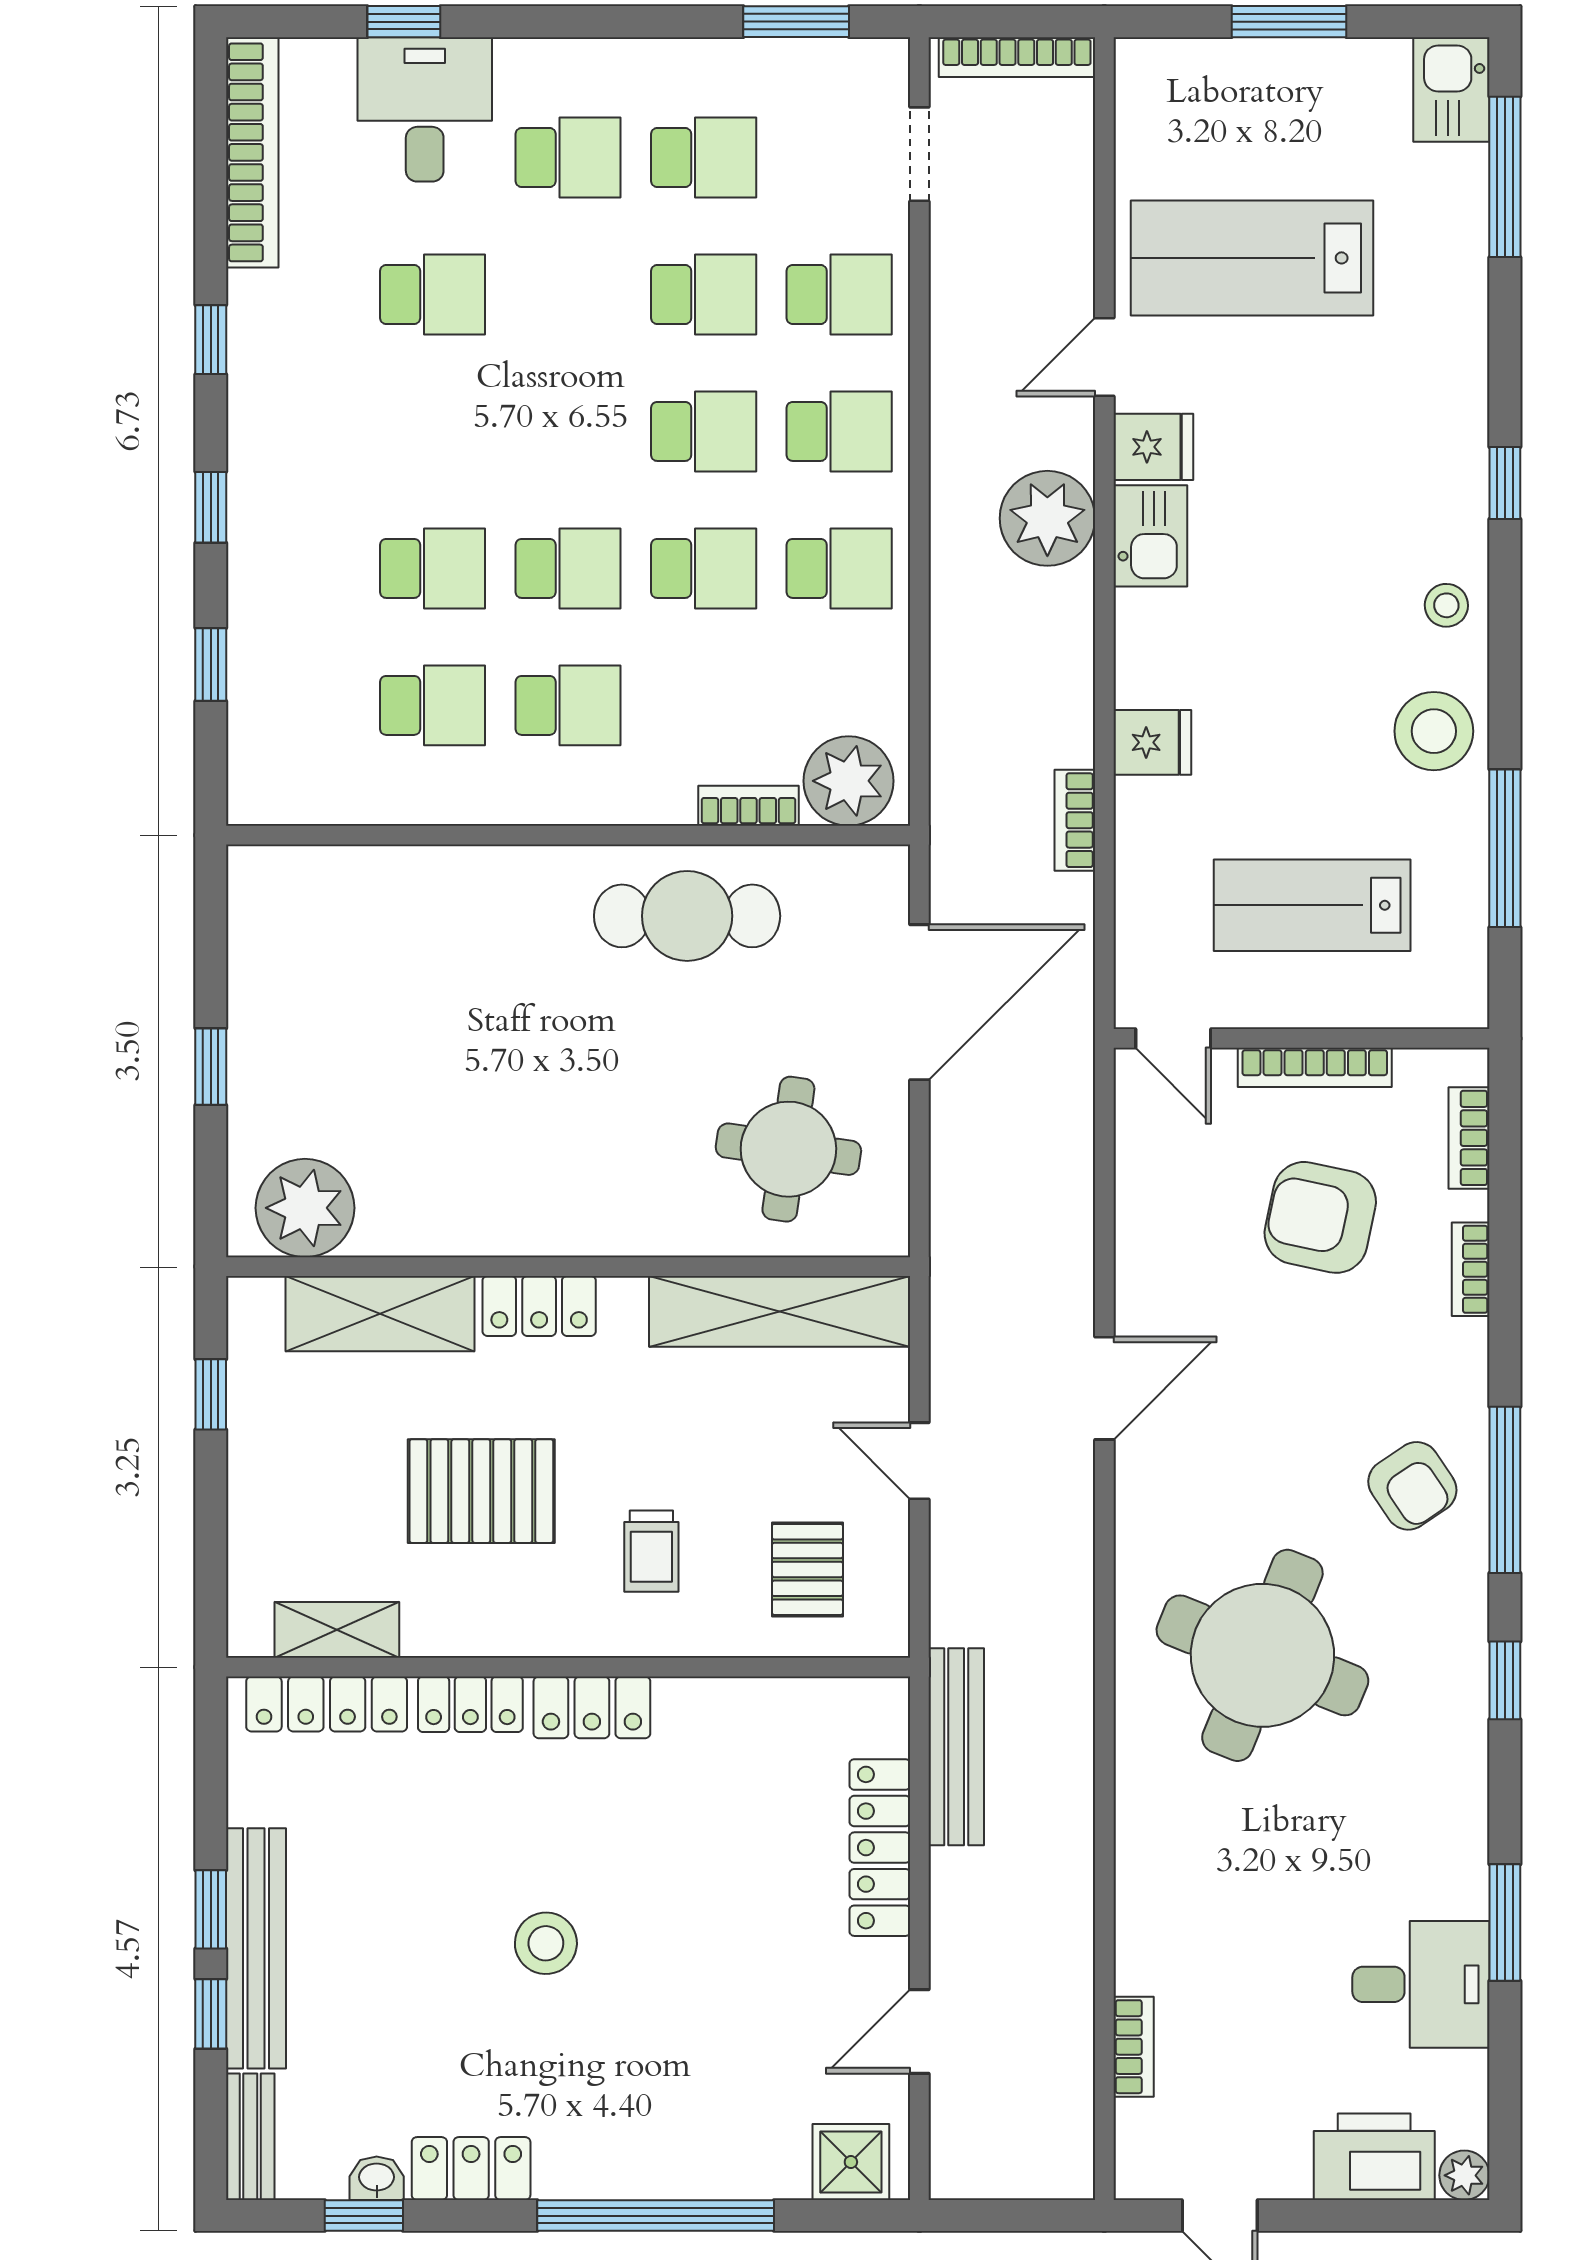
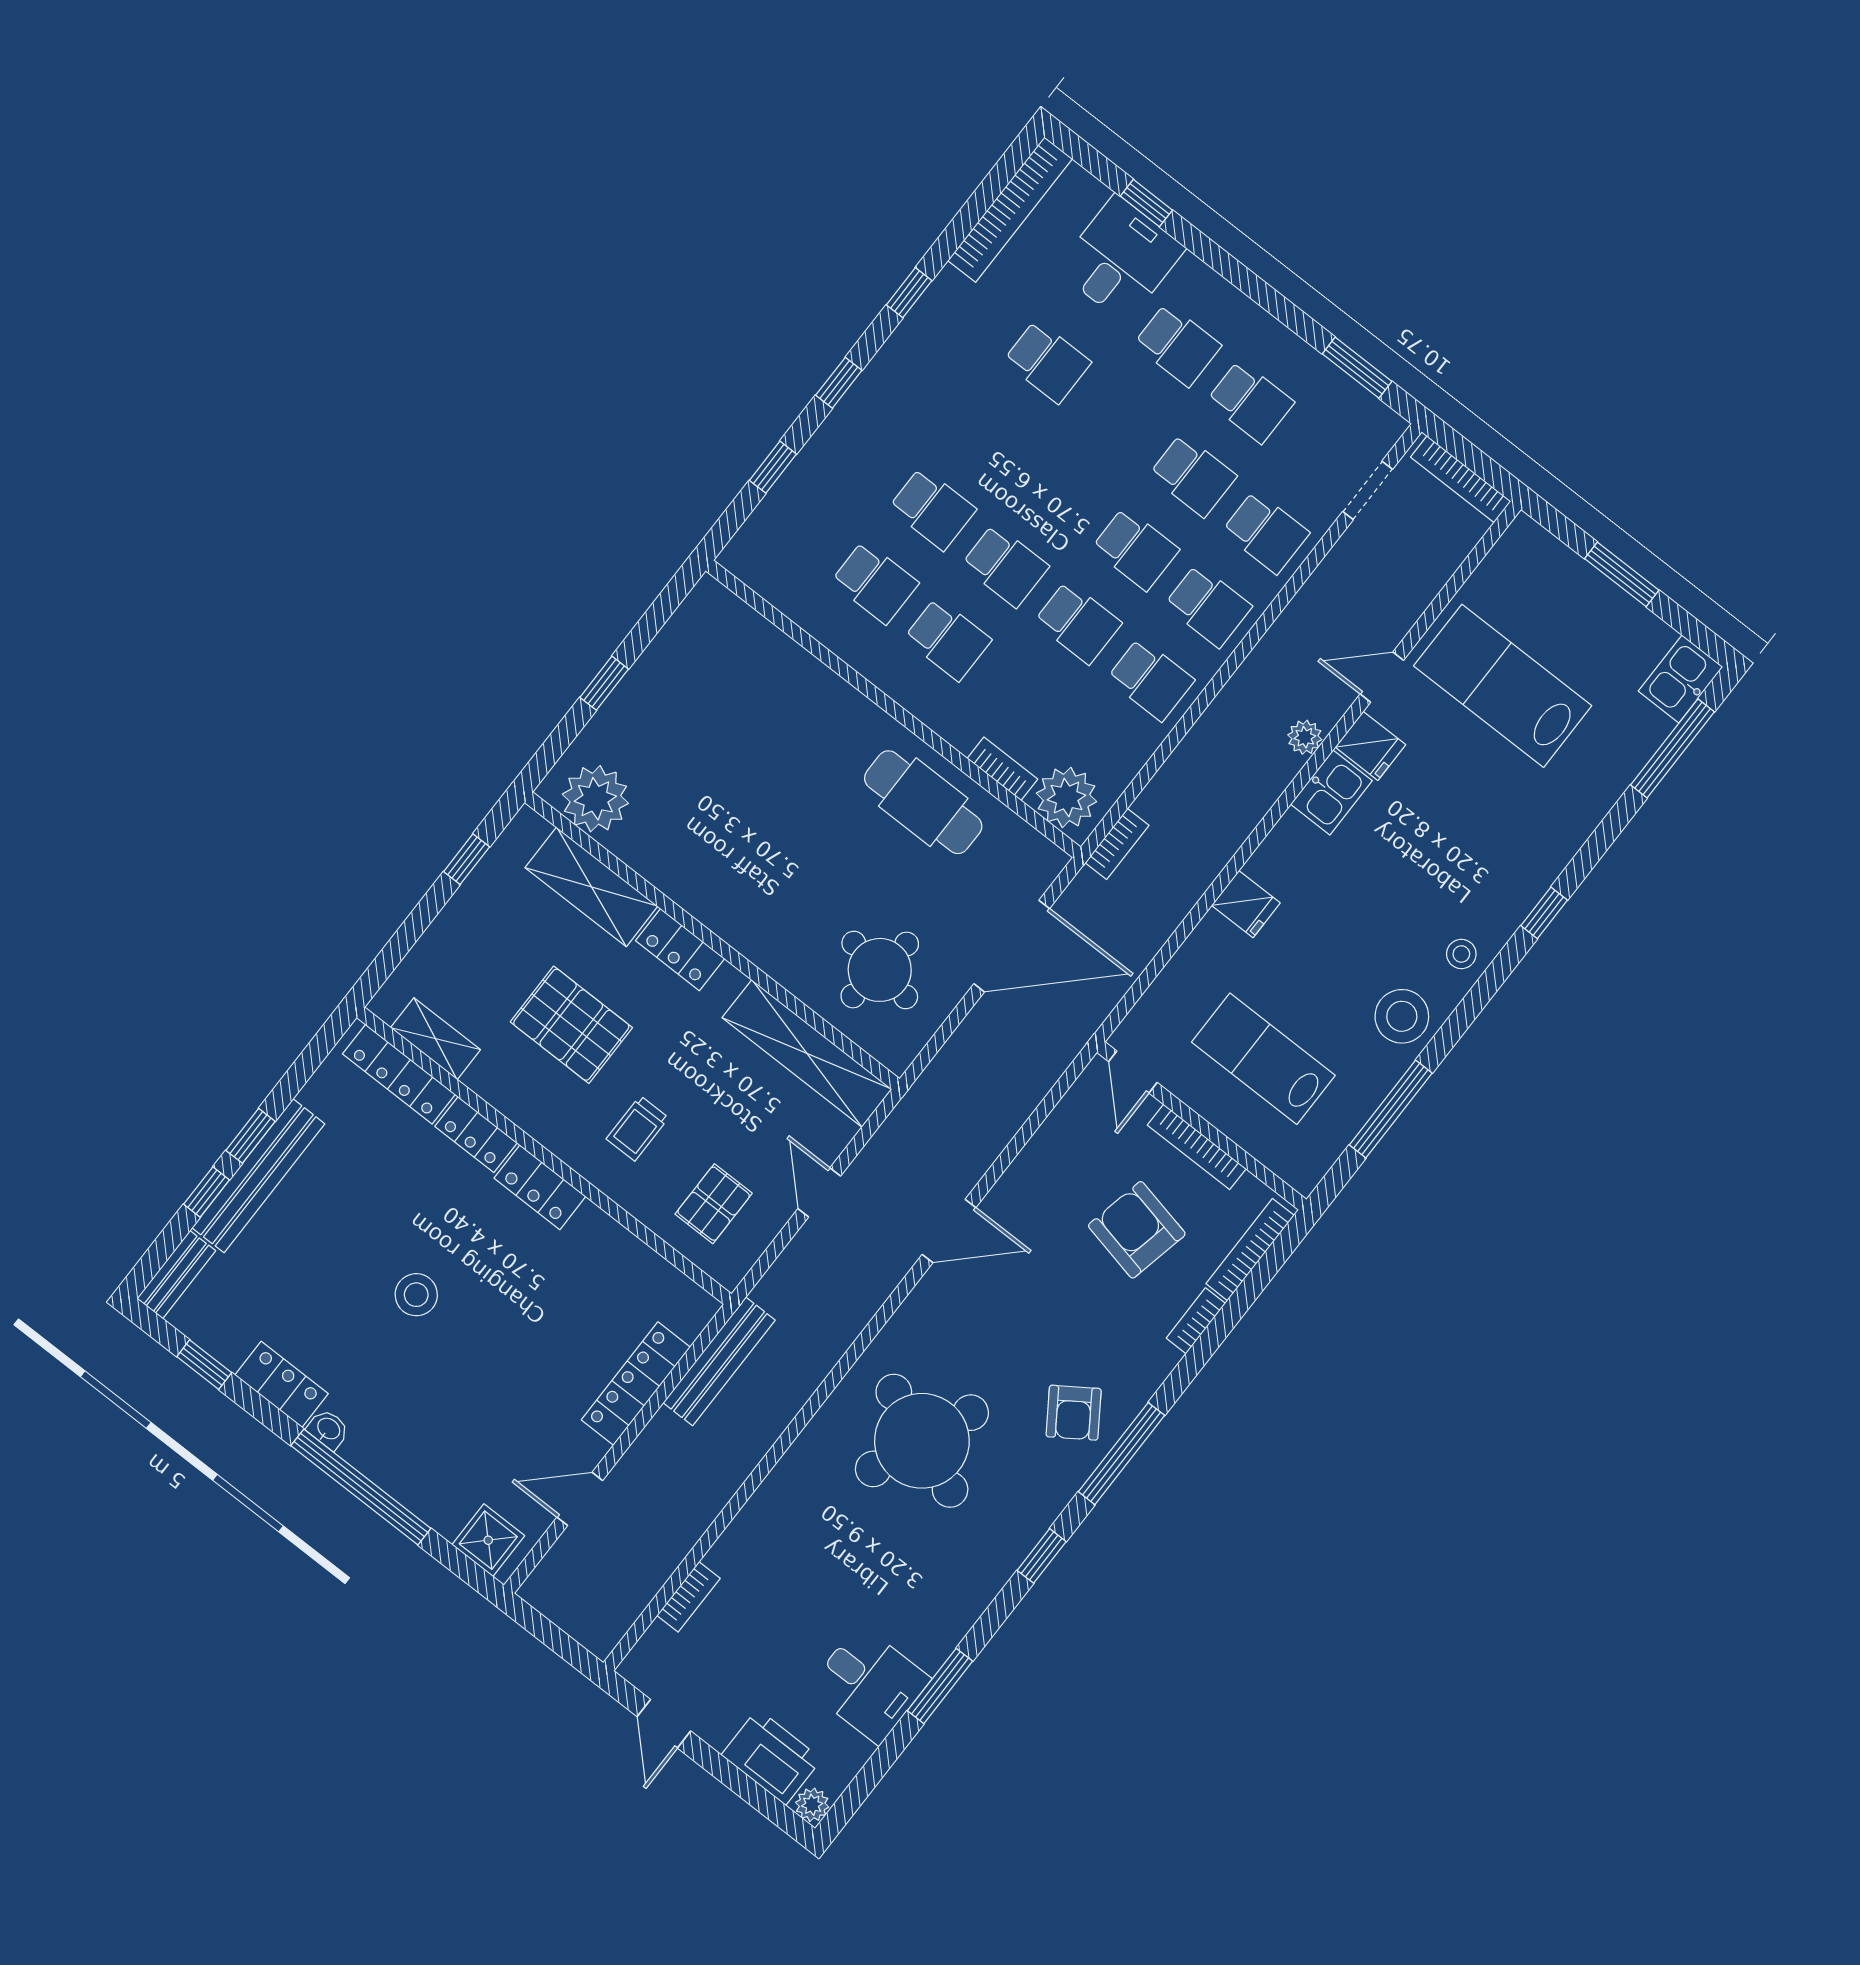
plant: (1047, 518) -> (1305, 737), width x0.53, depth x0.53
bookcase: (1075, 820) -> (1117, 844), moved, turned 180
bookcase: (1469, 1138) -> (1250, 1250), width x1.56
washbasin: (377, 2178) -> (328, 1429), moved

